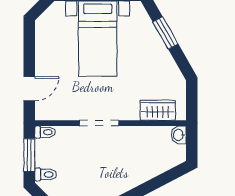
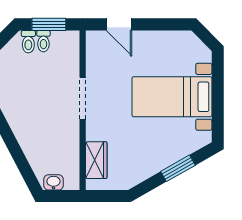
toilet: (45, 132) -> (43, 41), moved
washbasin: (179, 135) -> (53, 182), moved

